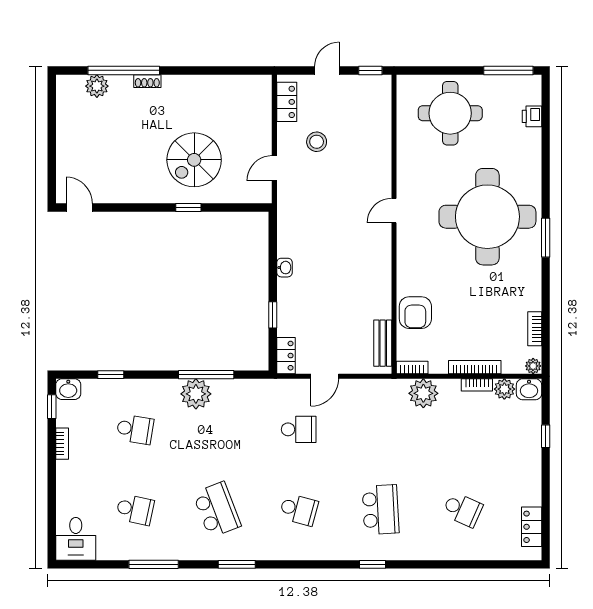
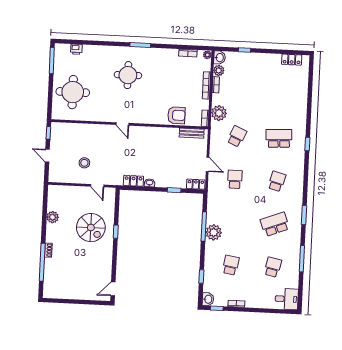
plant: (97, 86) -> (53, 217), moved
locker: (287, 102) -> (133, 181), moved
round table: (487, 217) -> (128, 75), width x0.54, depth x0.54
school desk: (462, 510) -> (237, 136), moved

